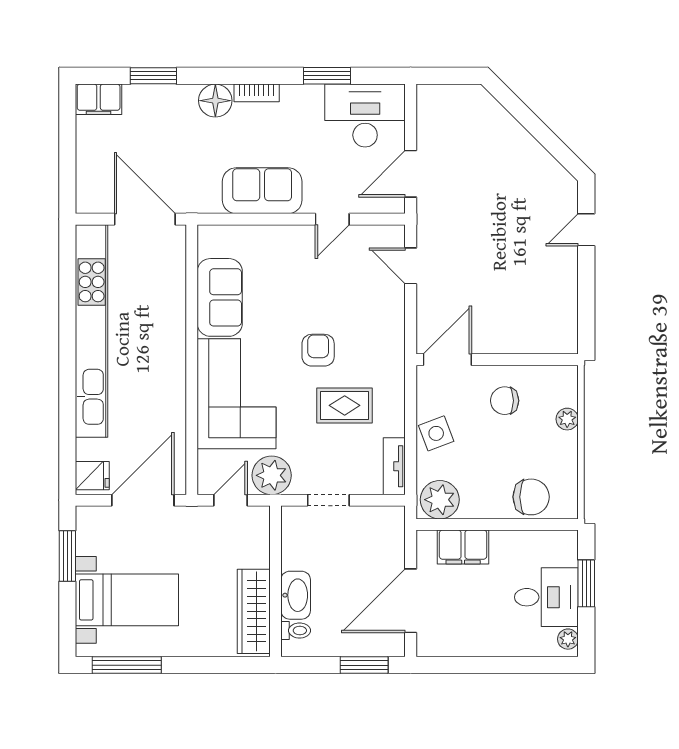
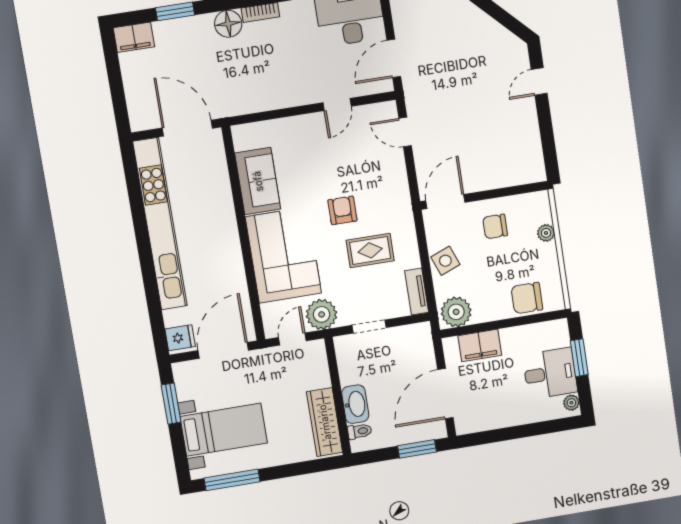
sofa: (262, 191) -> (278, 91), removed
chair: (531, 497) -> (527, 298), turned 180

